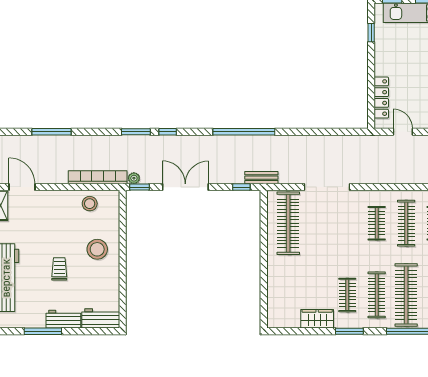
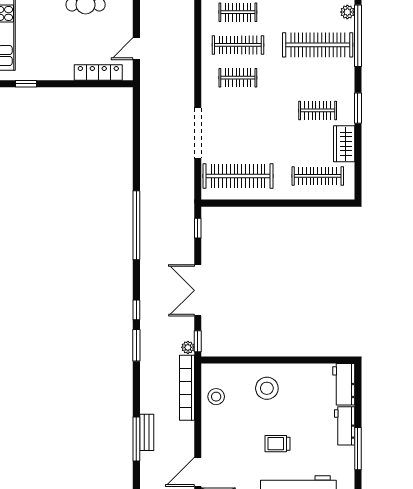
bench: (261, 178) -> (147, 432), moved
trolley: (59, 269) -> (278, 444), moved
clothes rail: (377, 295) -> (318, 176), moved

